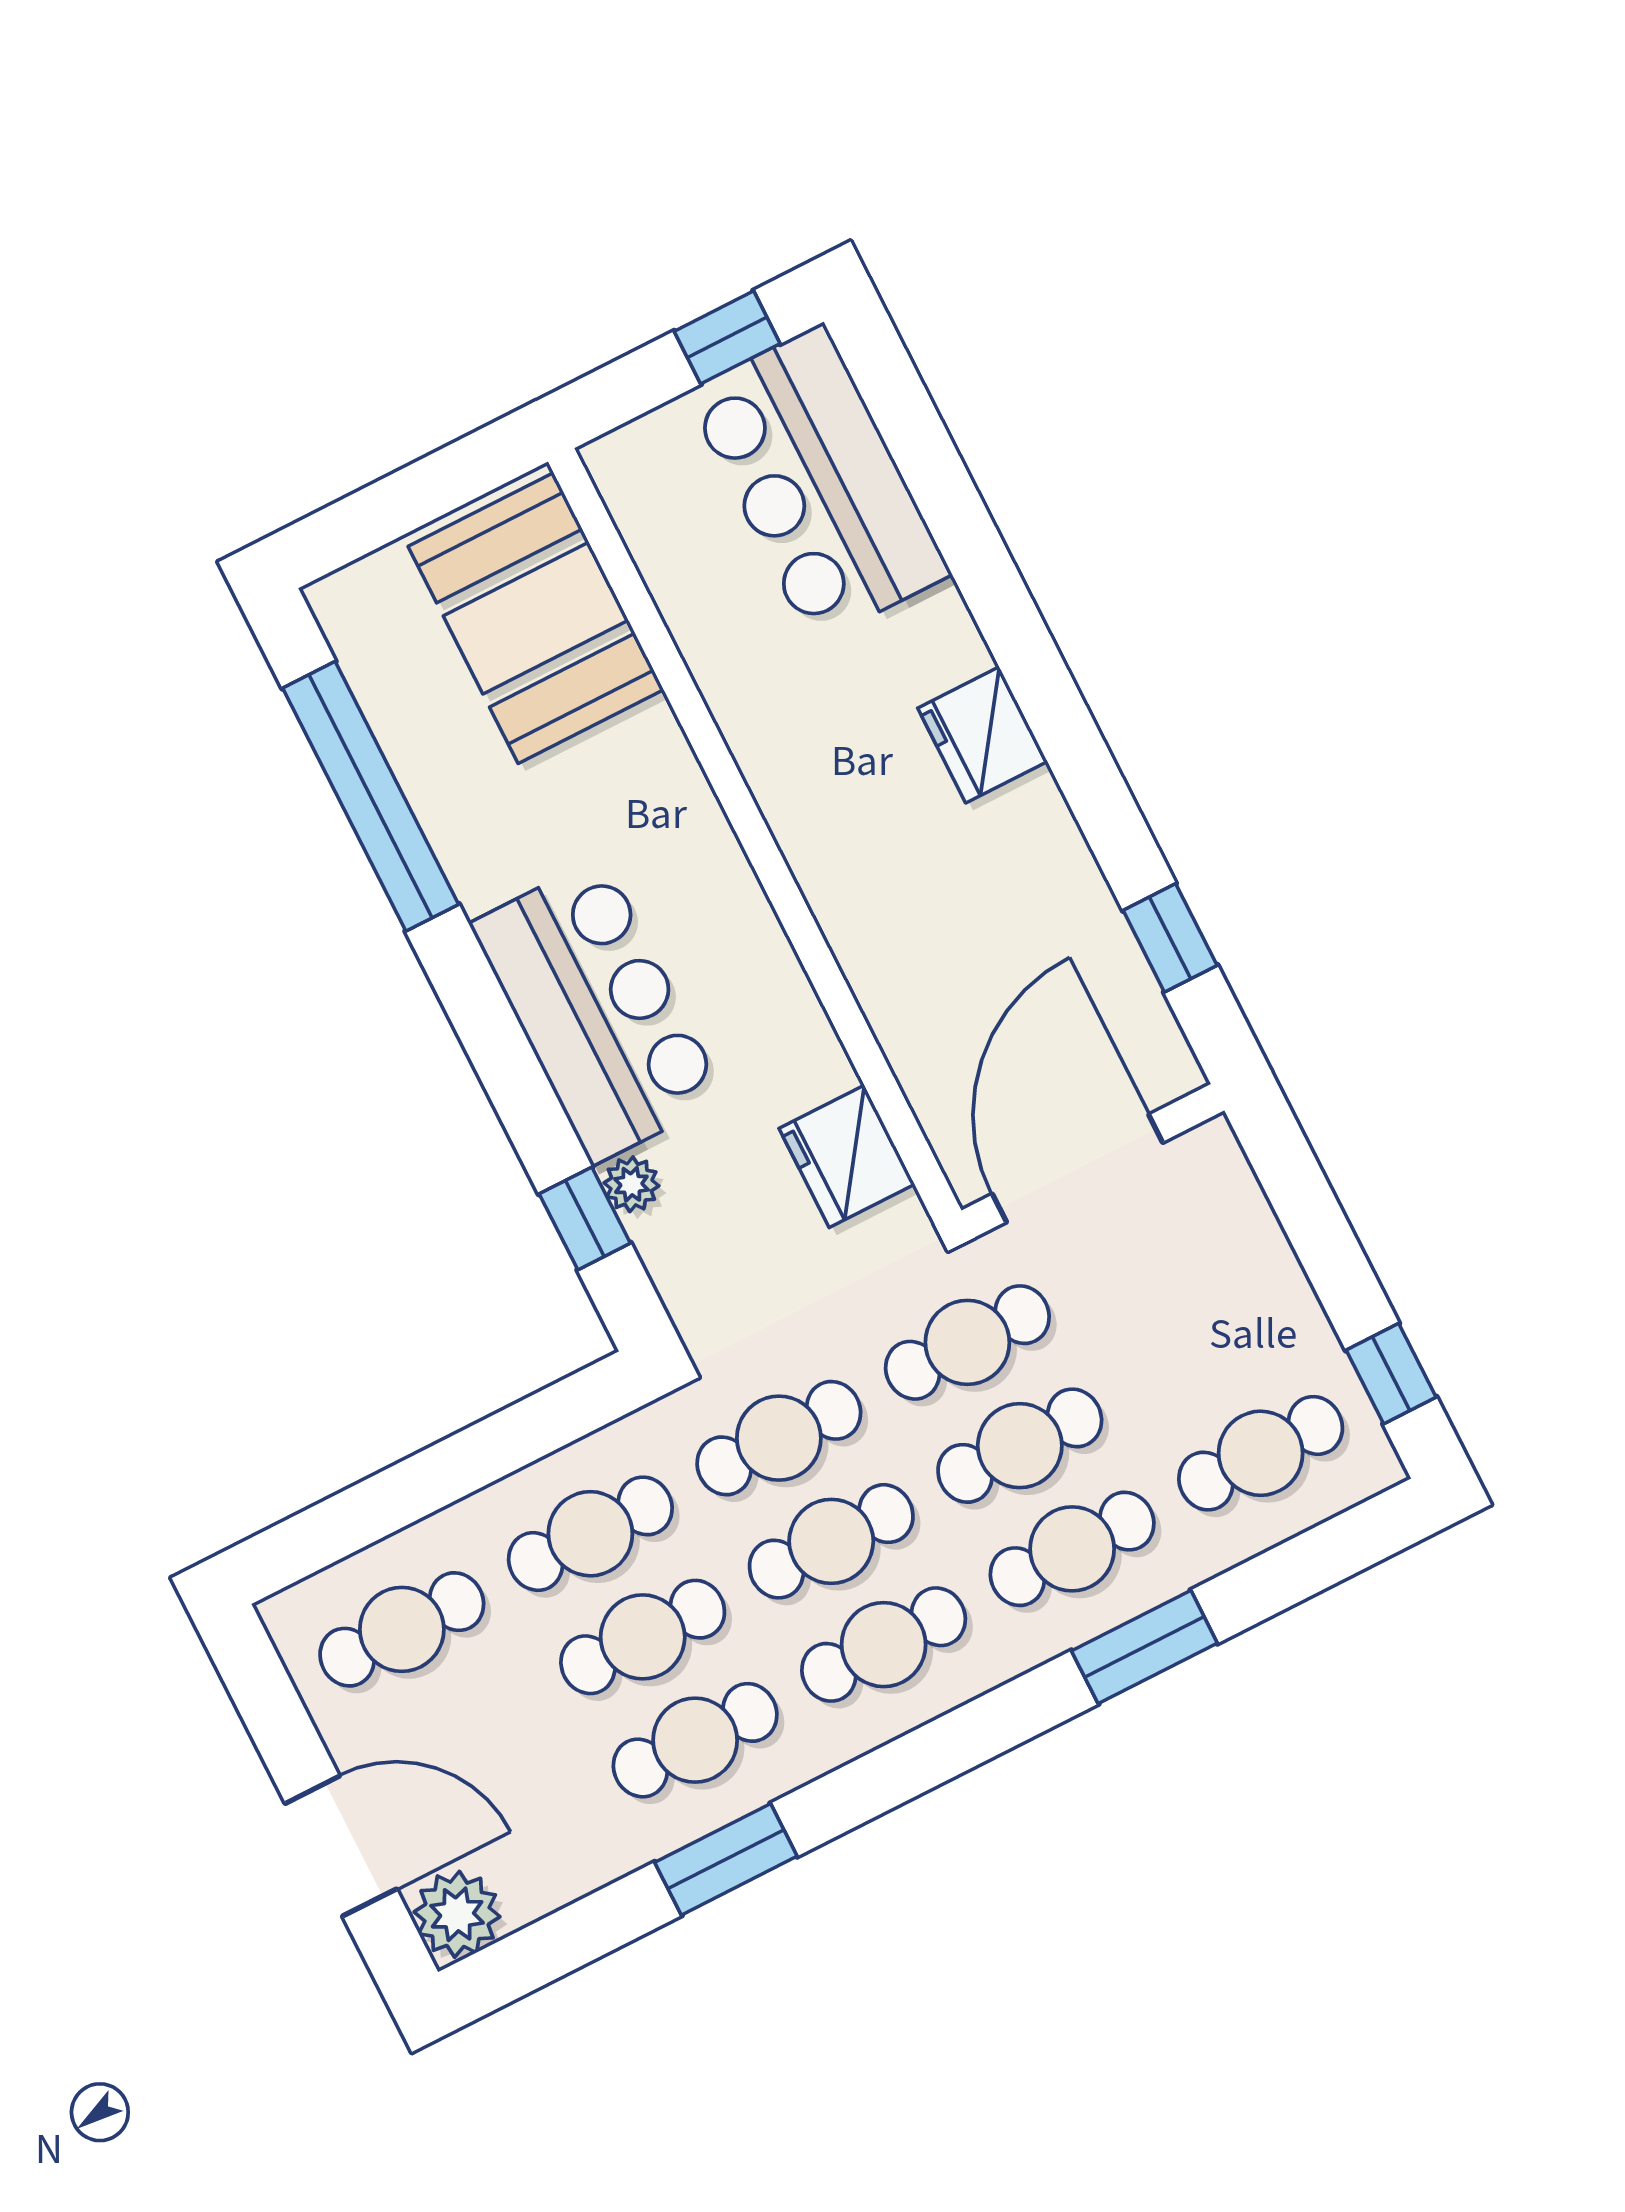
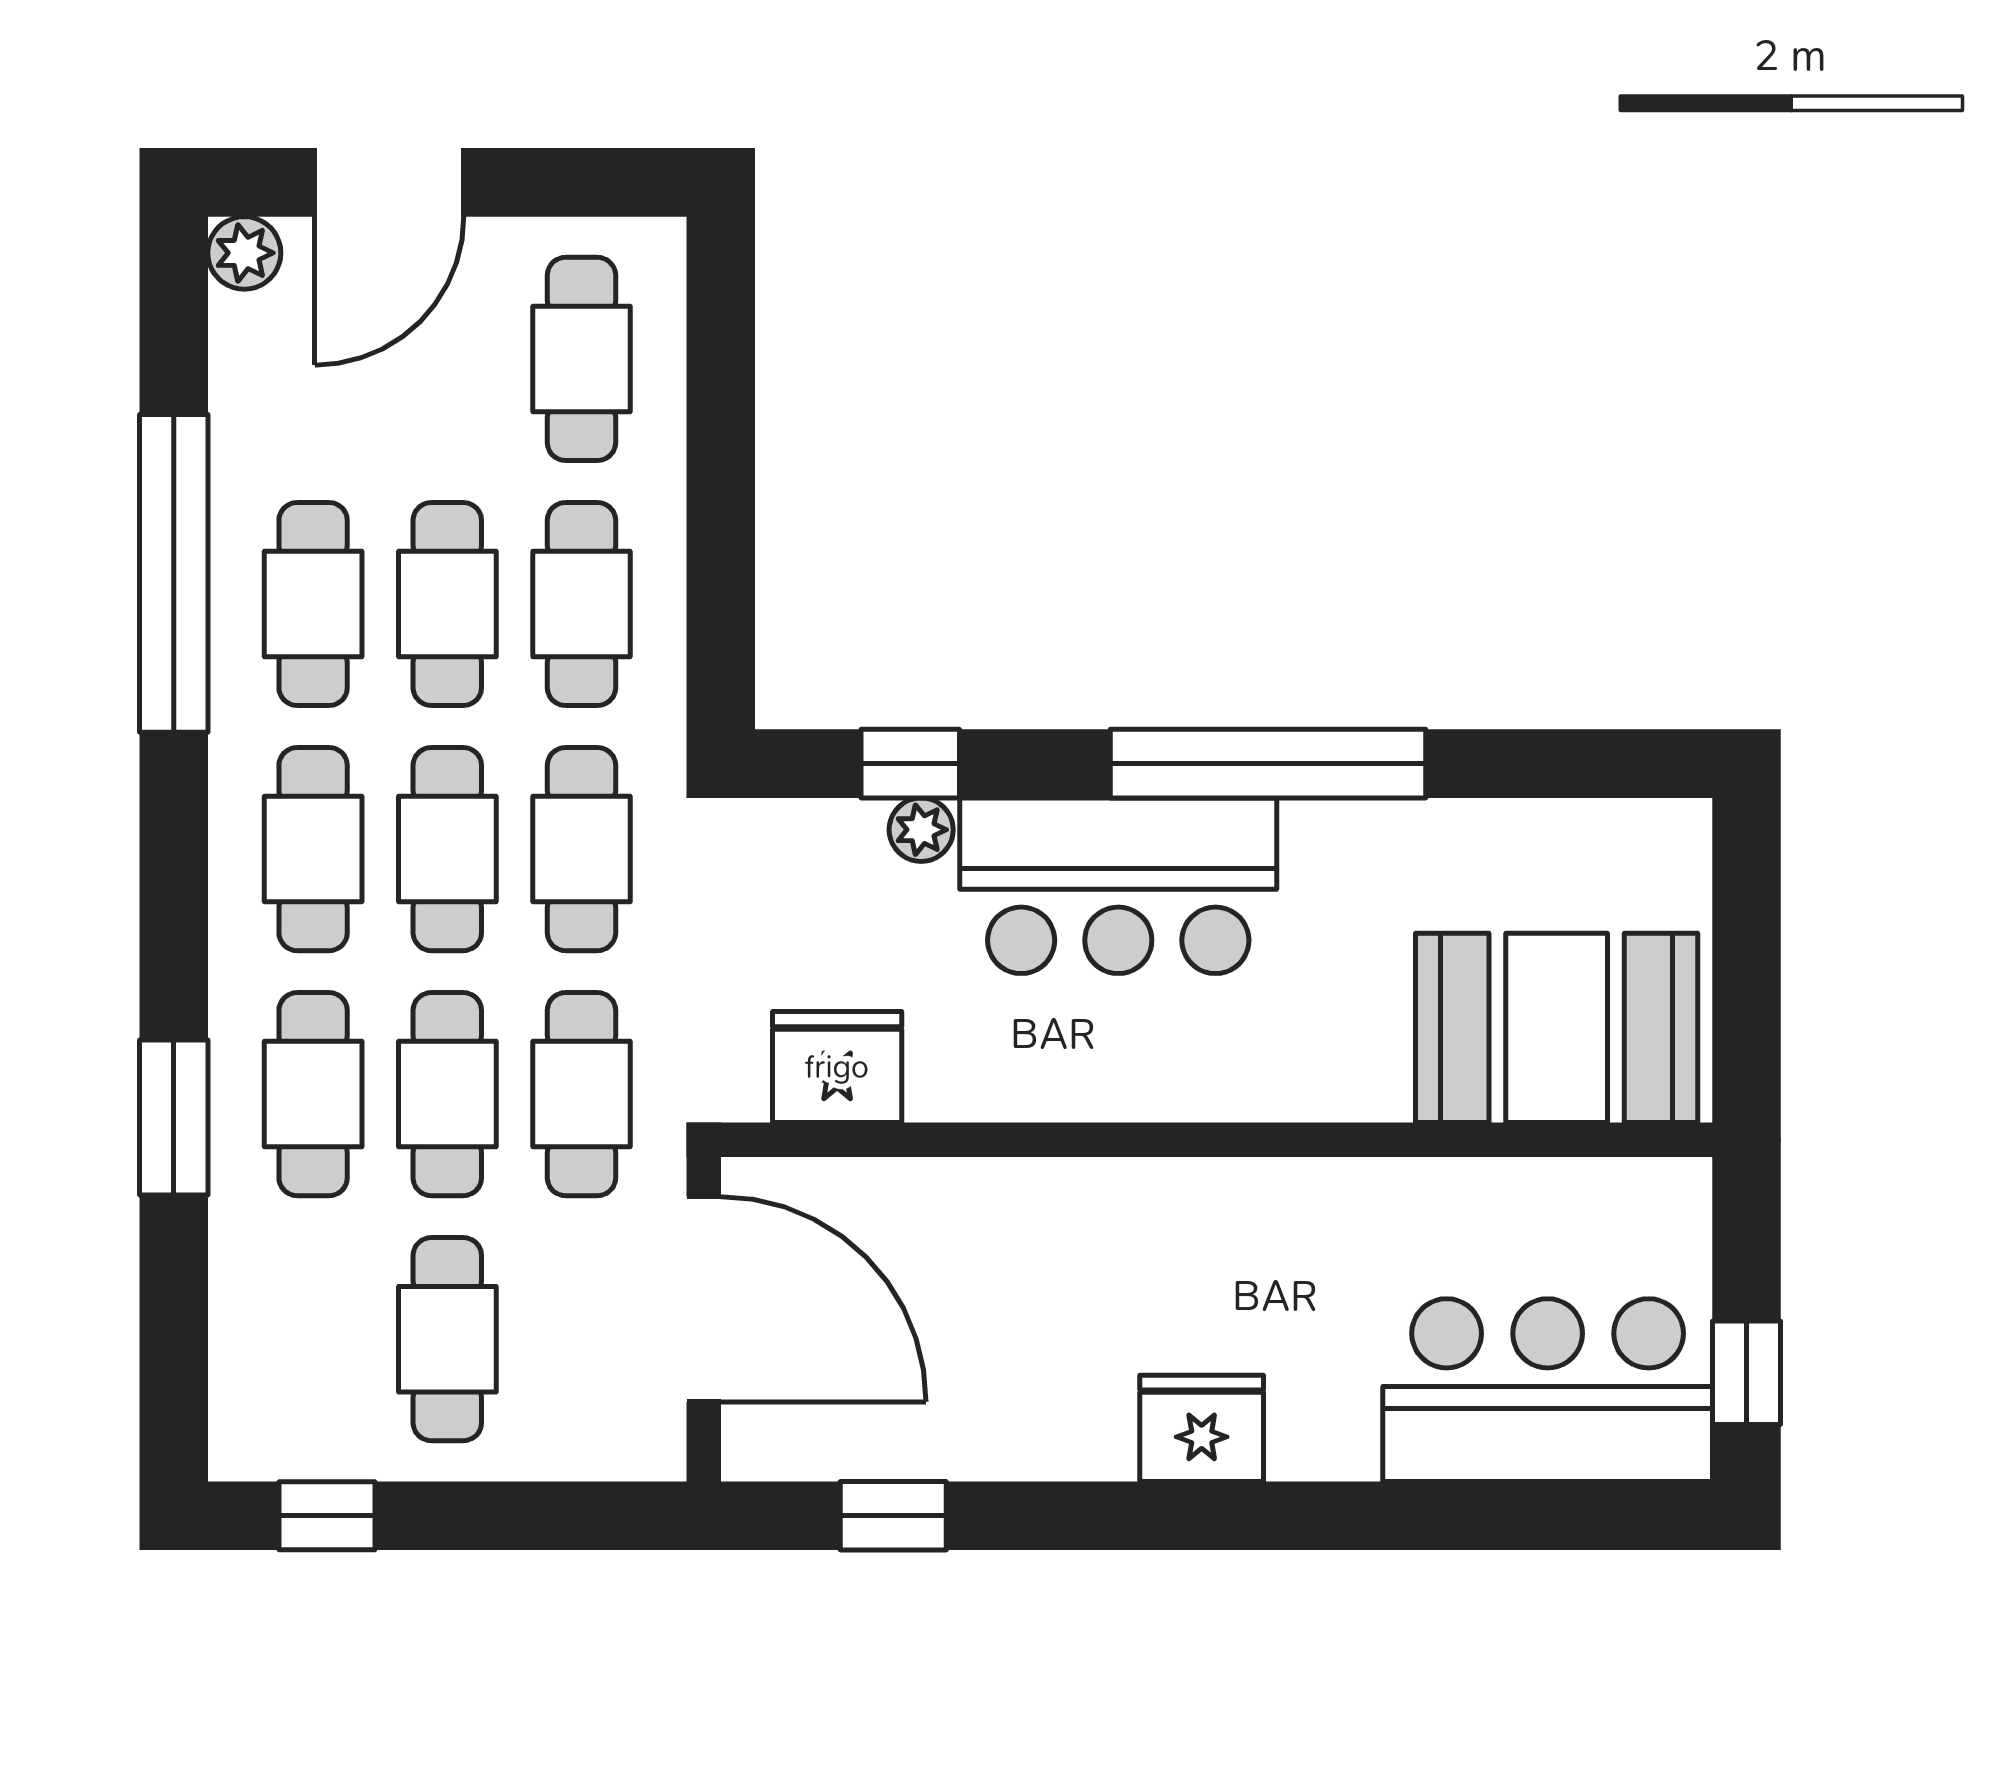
window: (371, 796) -> (1268, 764), moved
cafe table: (1261, 1453) -> (447, 1339), moved
window: (726, 1859) -> (174, 573), width x2.11
plant: (457, 1914) -> (244, 253), width x0.73, depth x0.73

